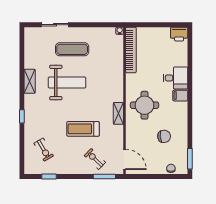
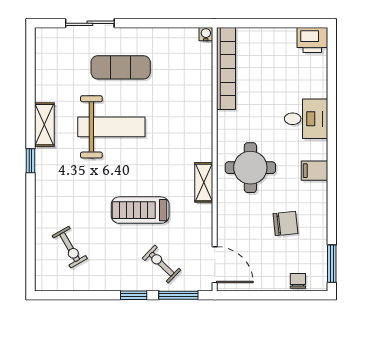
filing cabinet: (180, 96) -> (314, 171), moved
window: (22, 116) -> (31, 161), moved
window: (49, 176) -> (134, 295), moved

